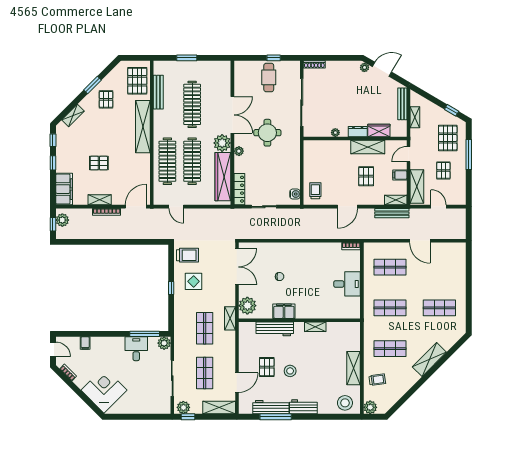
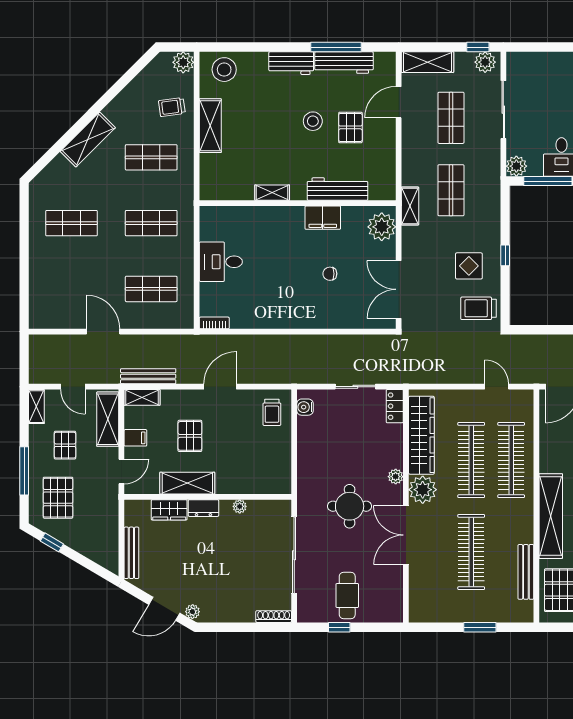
shelving: (415, 117) -> (36, 407), moved
locker: (239, 189) -> (395, 406), width x0.66

